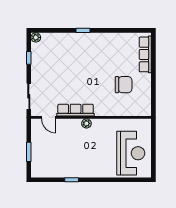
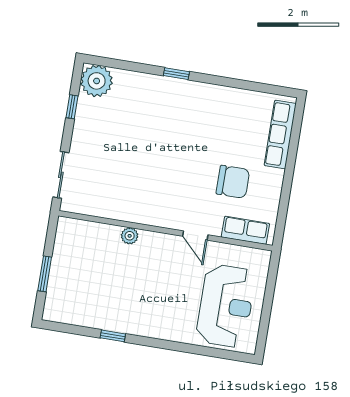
plant: (36, 37) -> (97, 81), width x1.87, depth x1.87
row of seats: (76, 110) -> (245, 230), moved, width x0.68
door: (49, 117) -> (195, 235), moved
plant: (86, 123) -> (130, 236), moved

